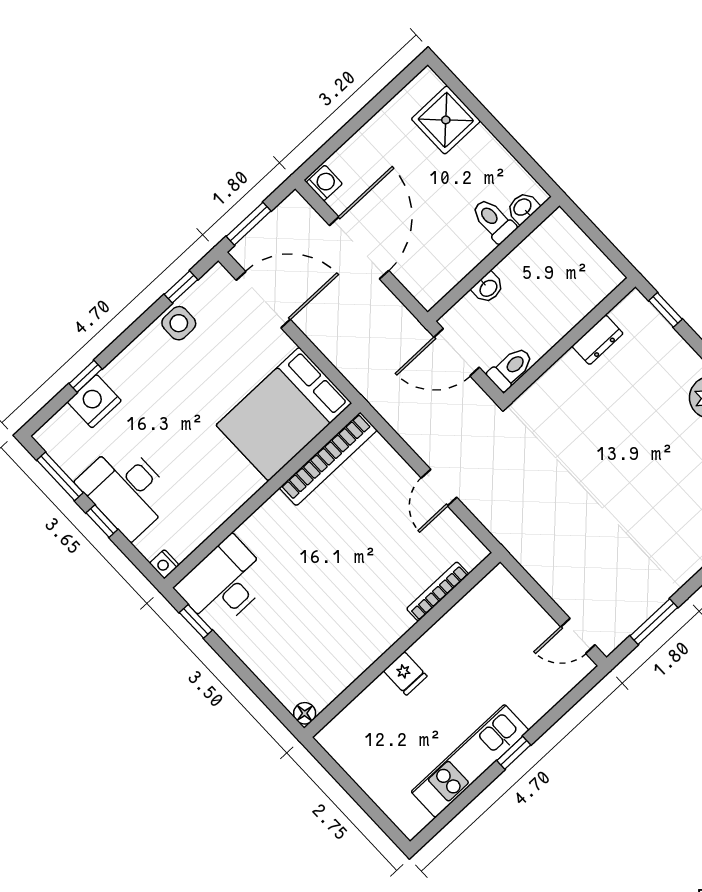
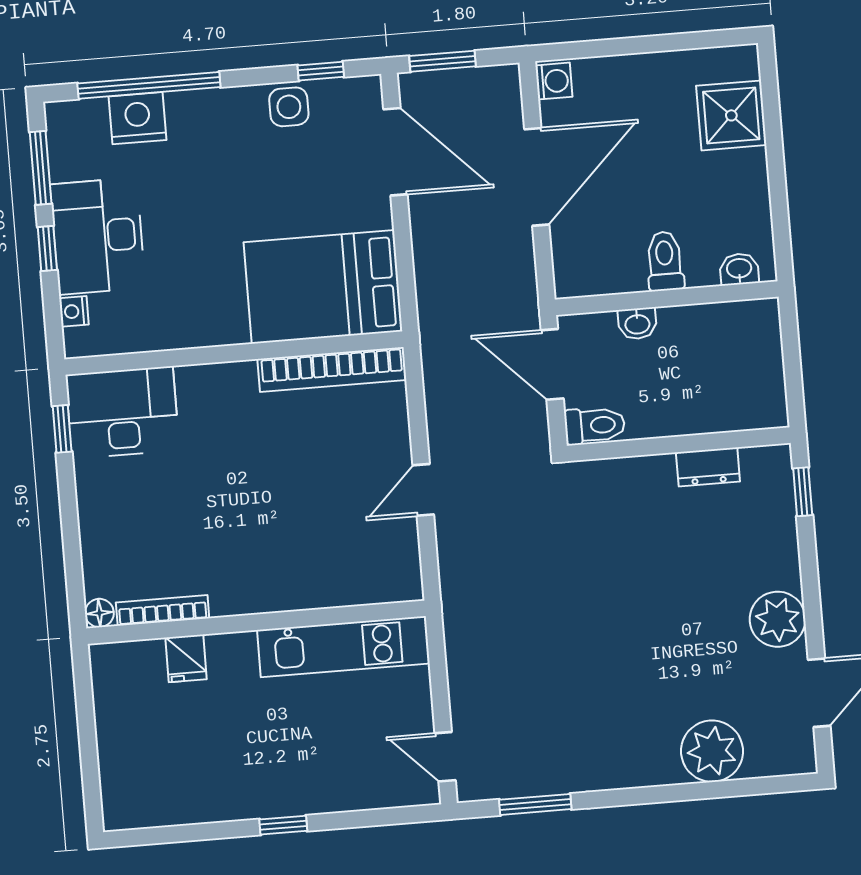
toilet: (494, 220) -> (665, 261), moved
window: (86, 376) -> (149, 85), width x3.17
nightstand: (164, 564) -> (74, 311), moved
bookcase: (438, 591) -> (163, 610), moved
fridge: (405, 673) -> (186, 658), moved
kitchen unit: (470, 761) -> (343, 647), moved, turned 180

